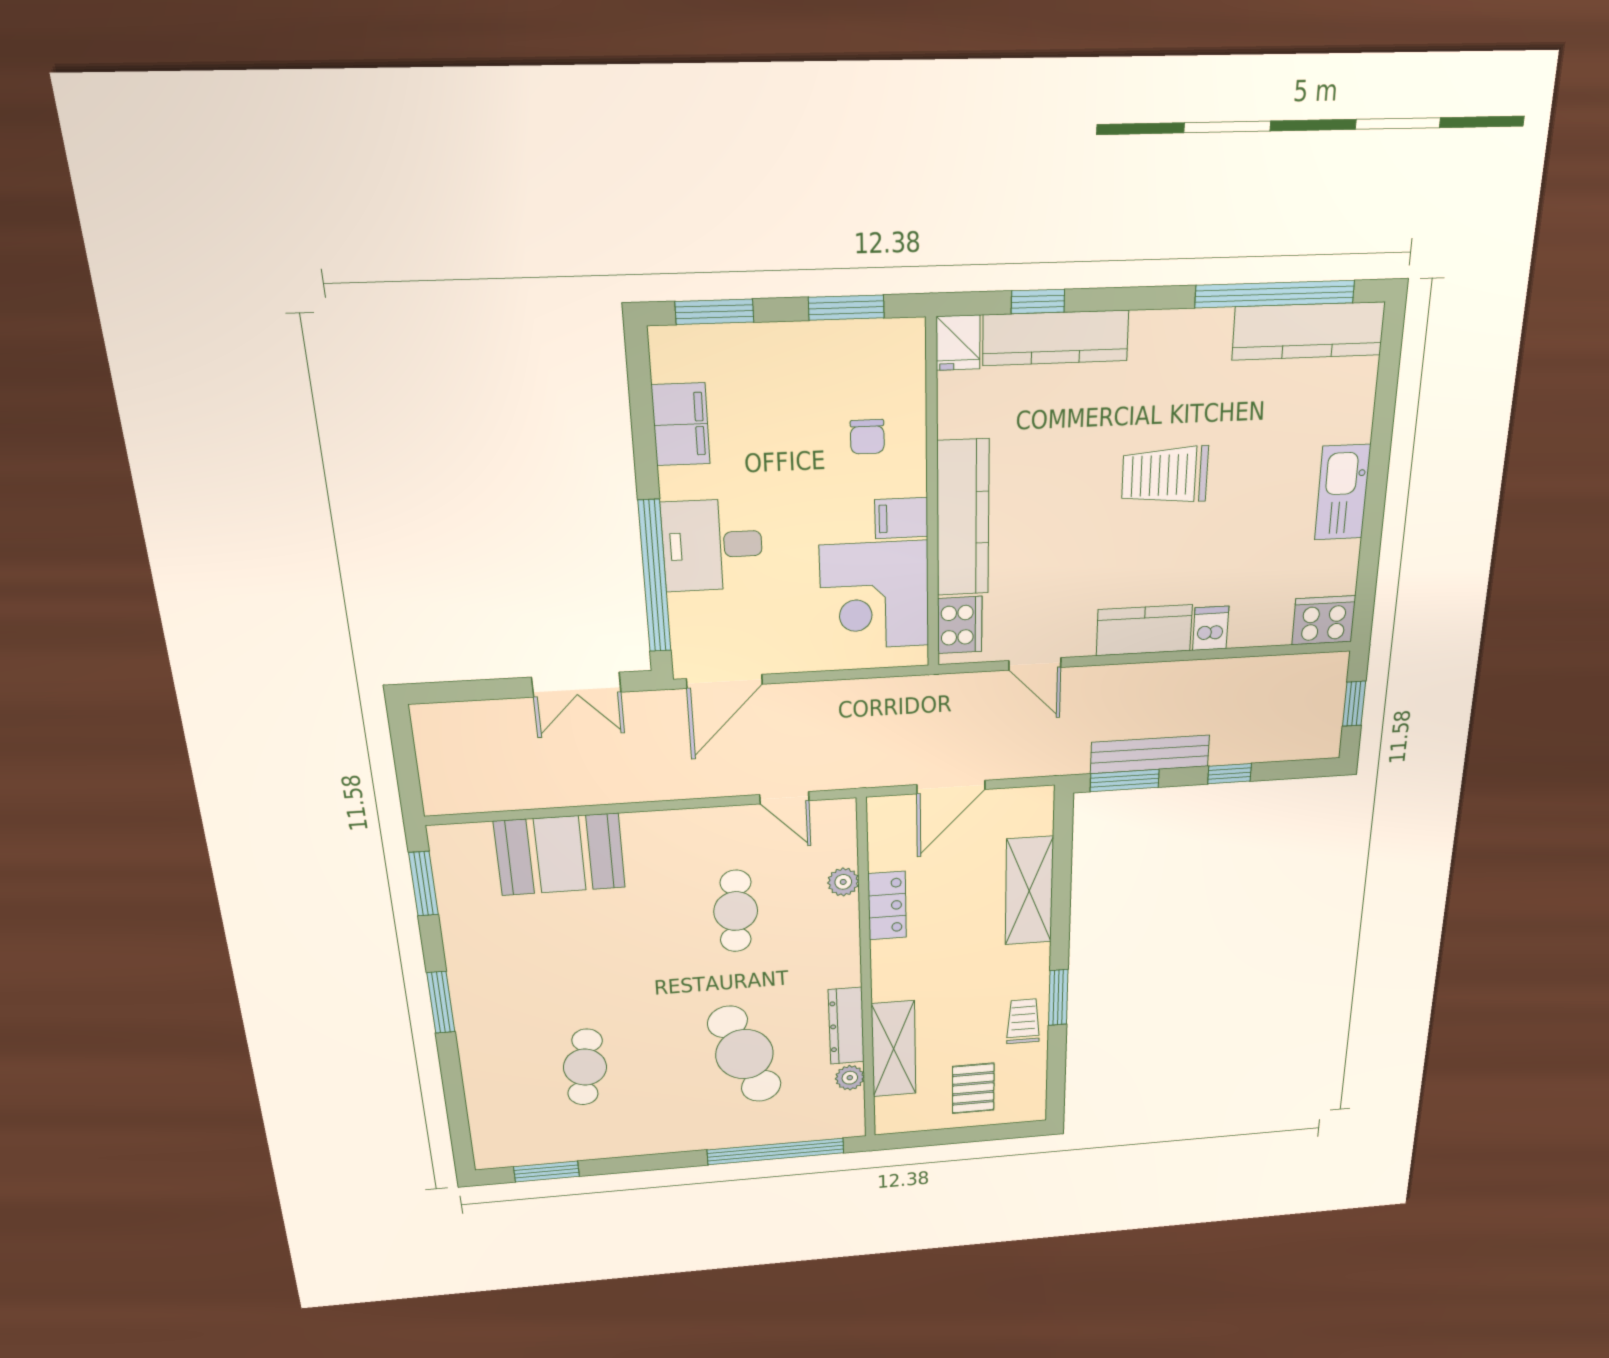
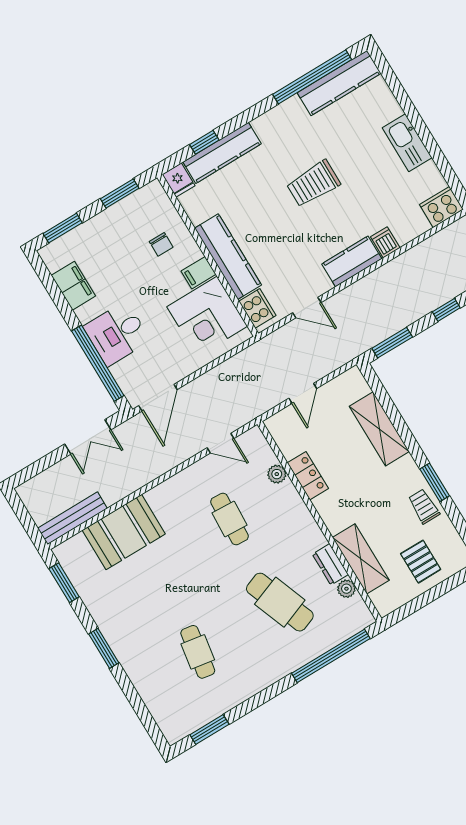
bench: (1150, 754) -> (72, 518), moved
door: (951, 787) -> (303, 393), width x0.73
dresser: (846, 1026) -> (330, 564), width x0.70

